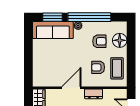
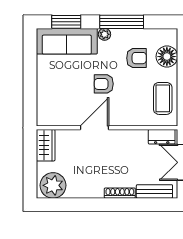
window: (89, 17) -> (122, 22), width x0.68
armchair: (98, 67) -> (104, 84), moved
dresser: (94, 94) -> (162, 137), moved

